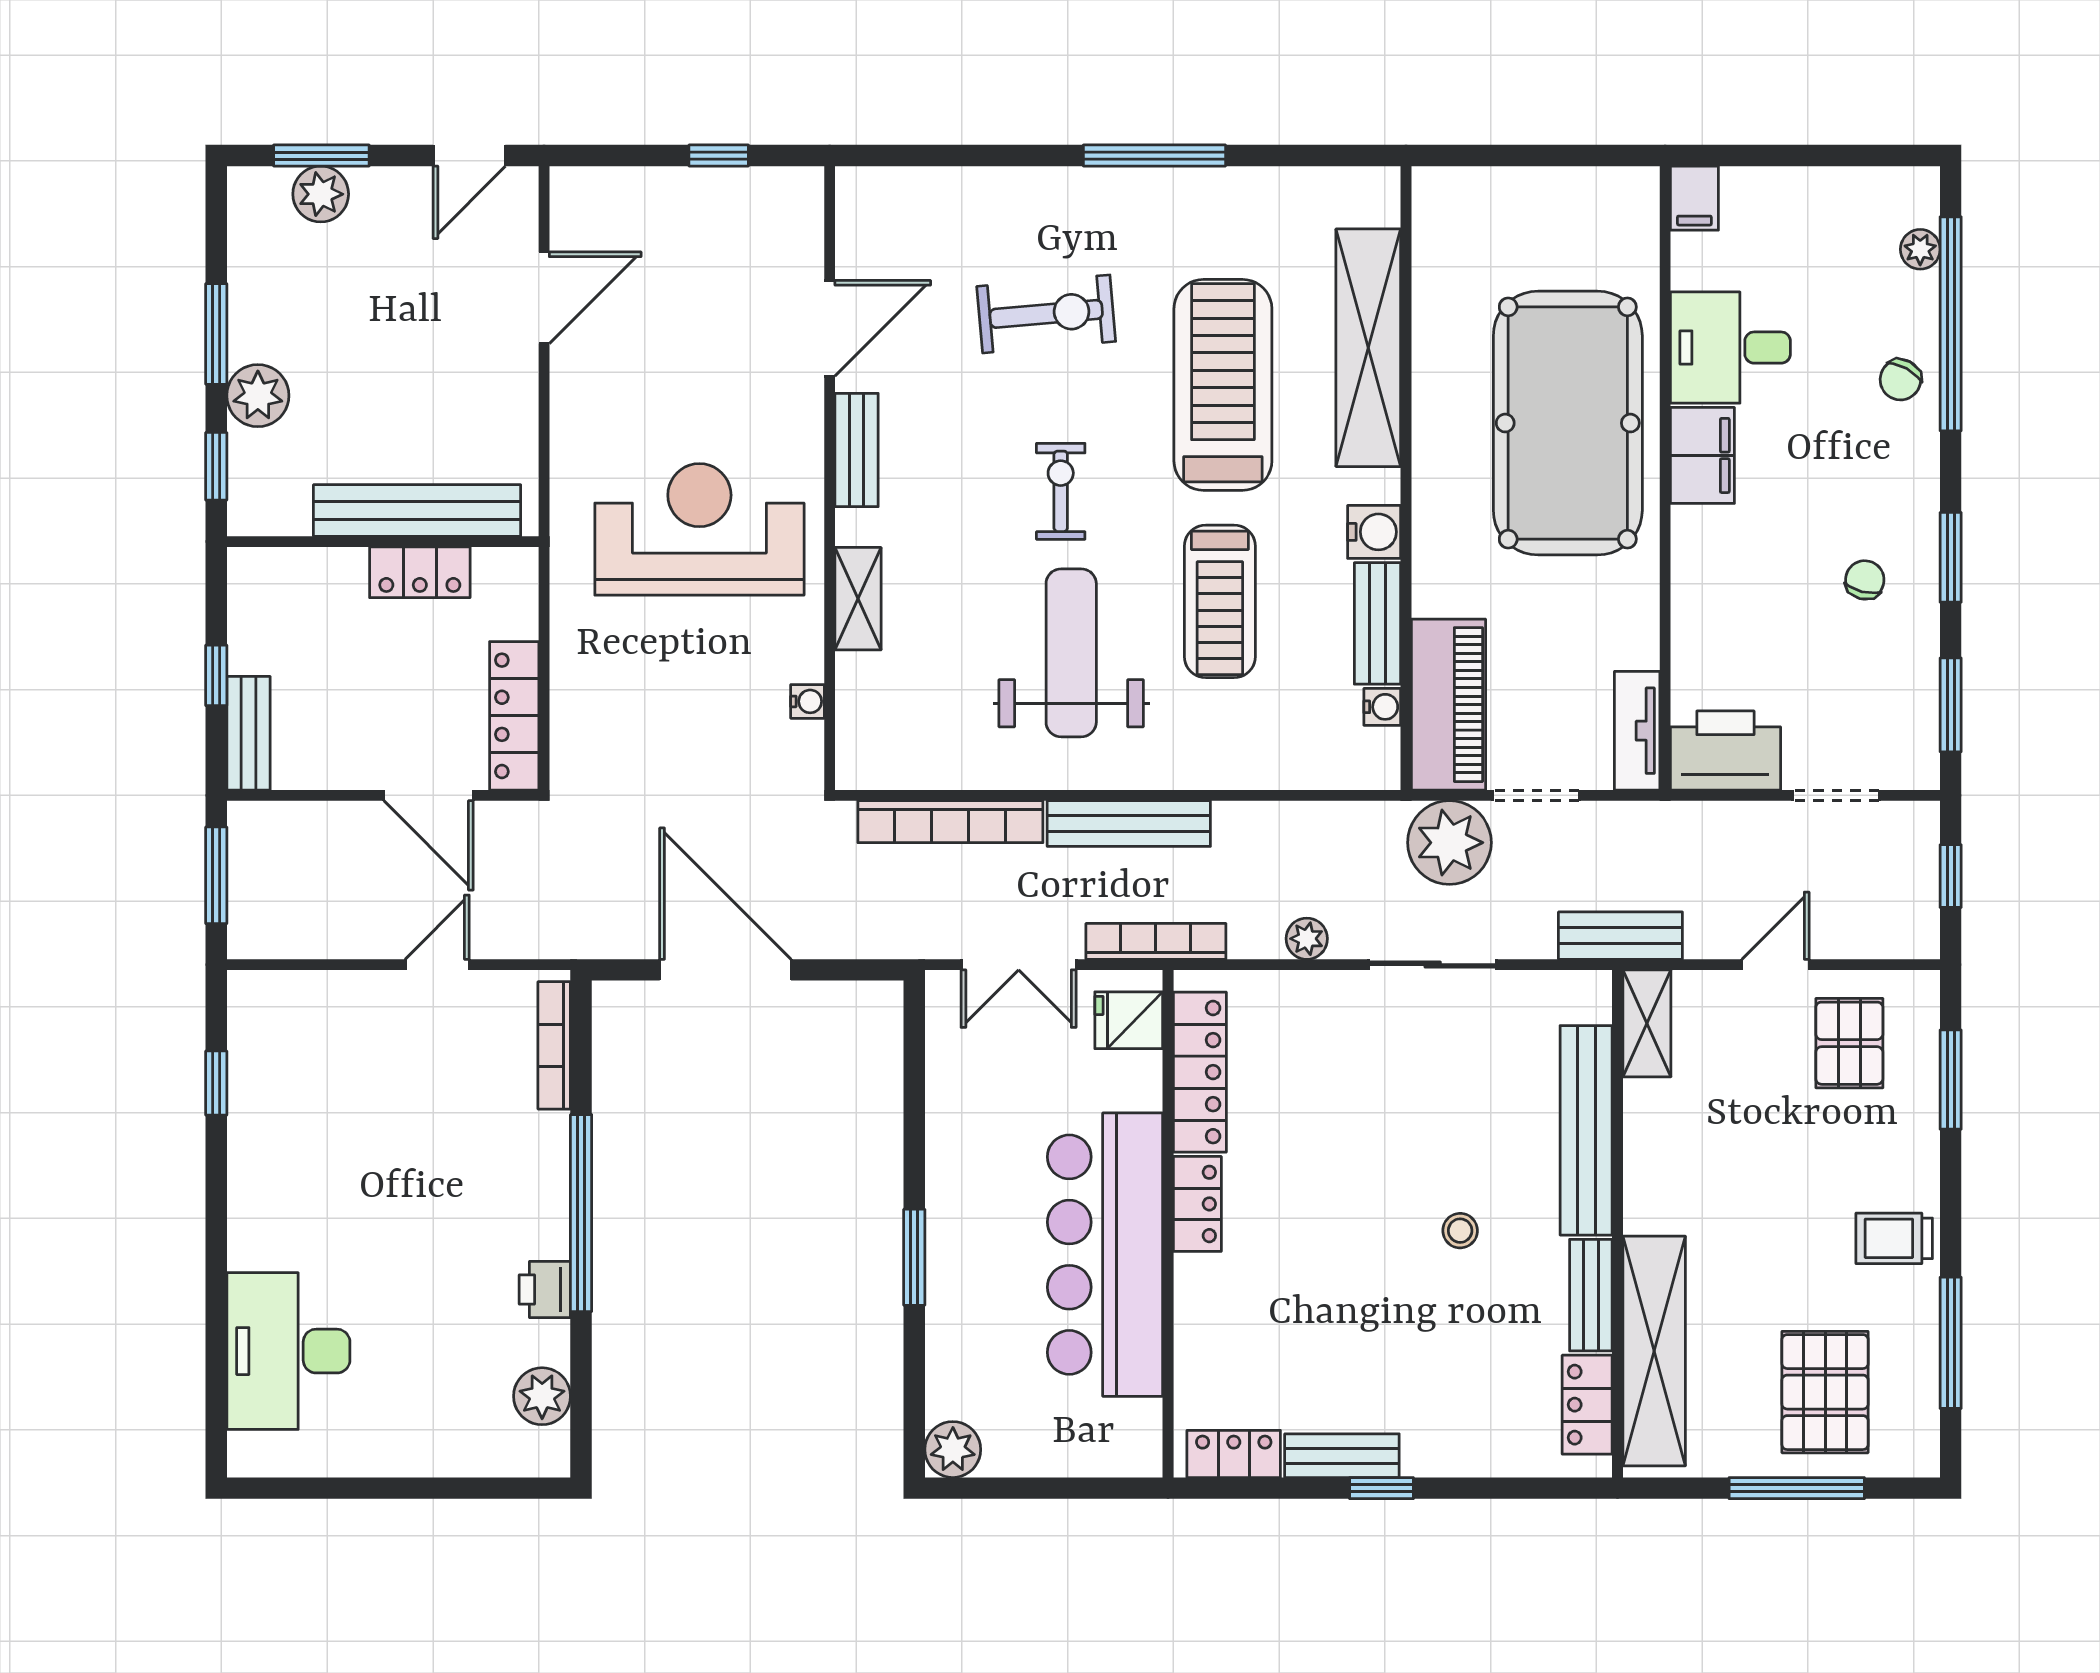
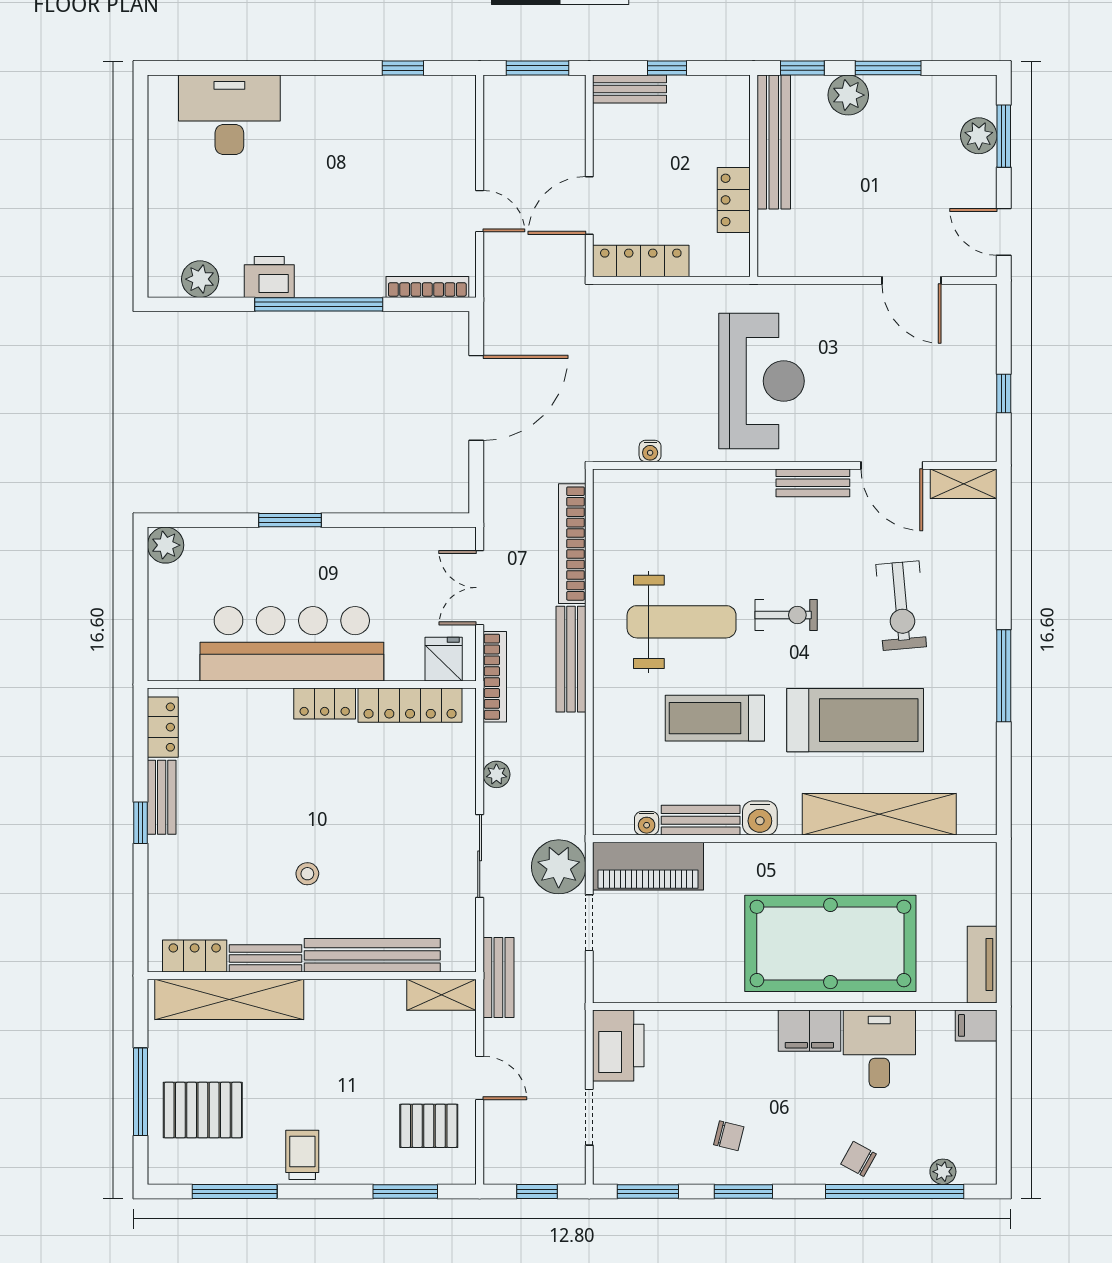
bench: (417, 510) -> (774, 142), moved
shelving: (858, 599) -> (964, 484), moved
tv unit: (1637, 731) -> (982, 965), moved, turned -90
printer: (545, 1289) -> (269, 277), width x1.36, depth x1.24

